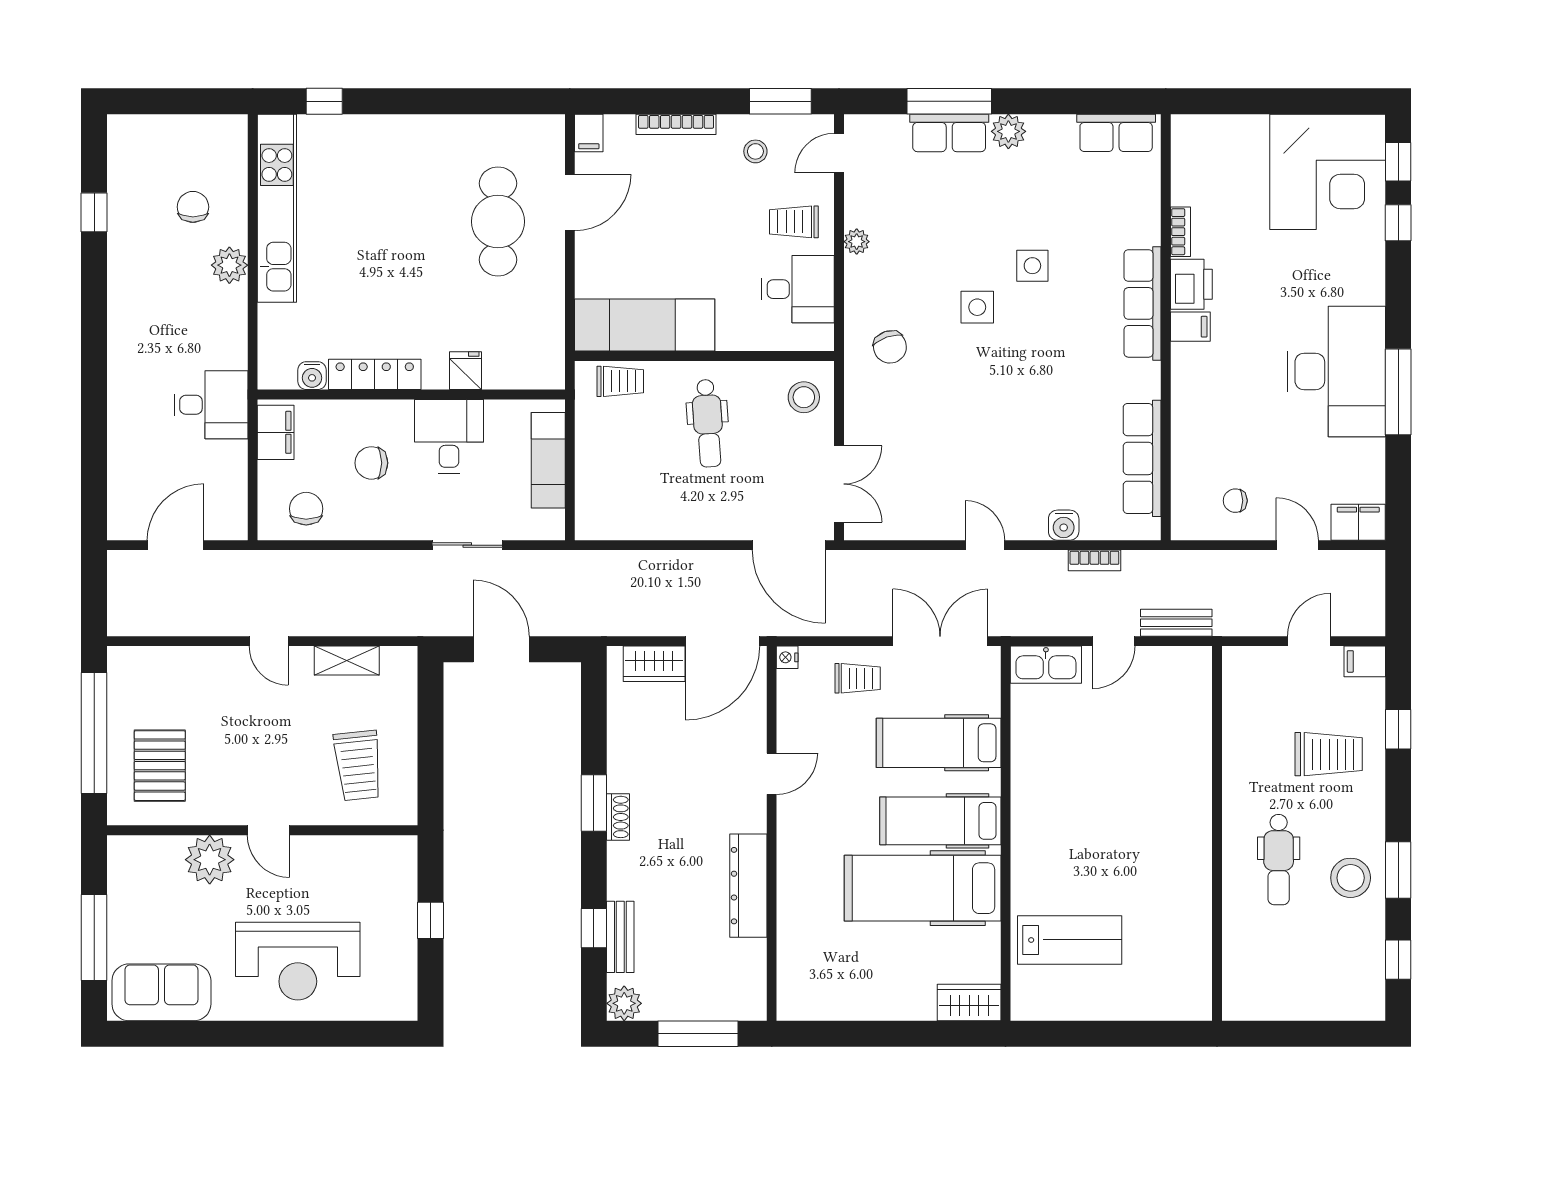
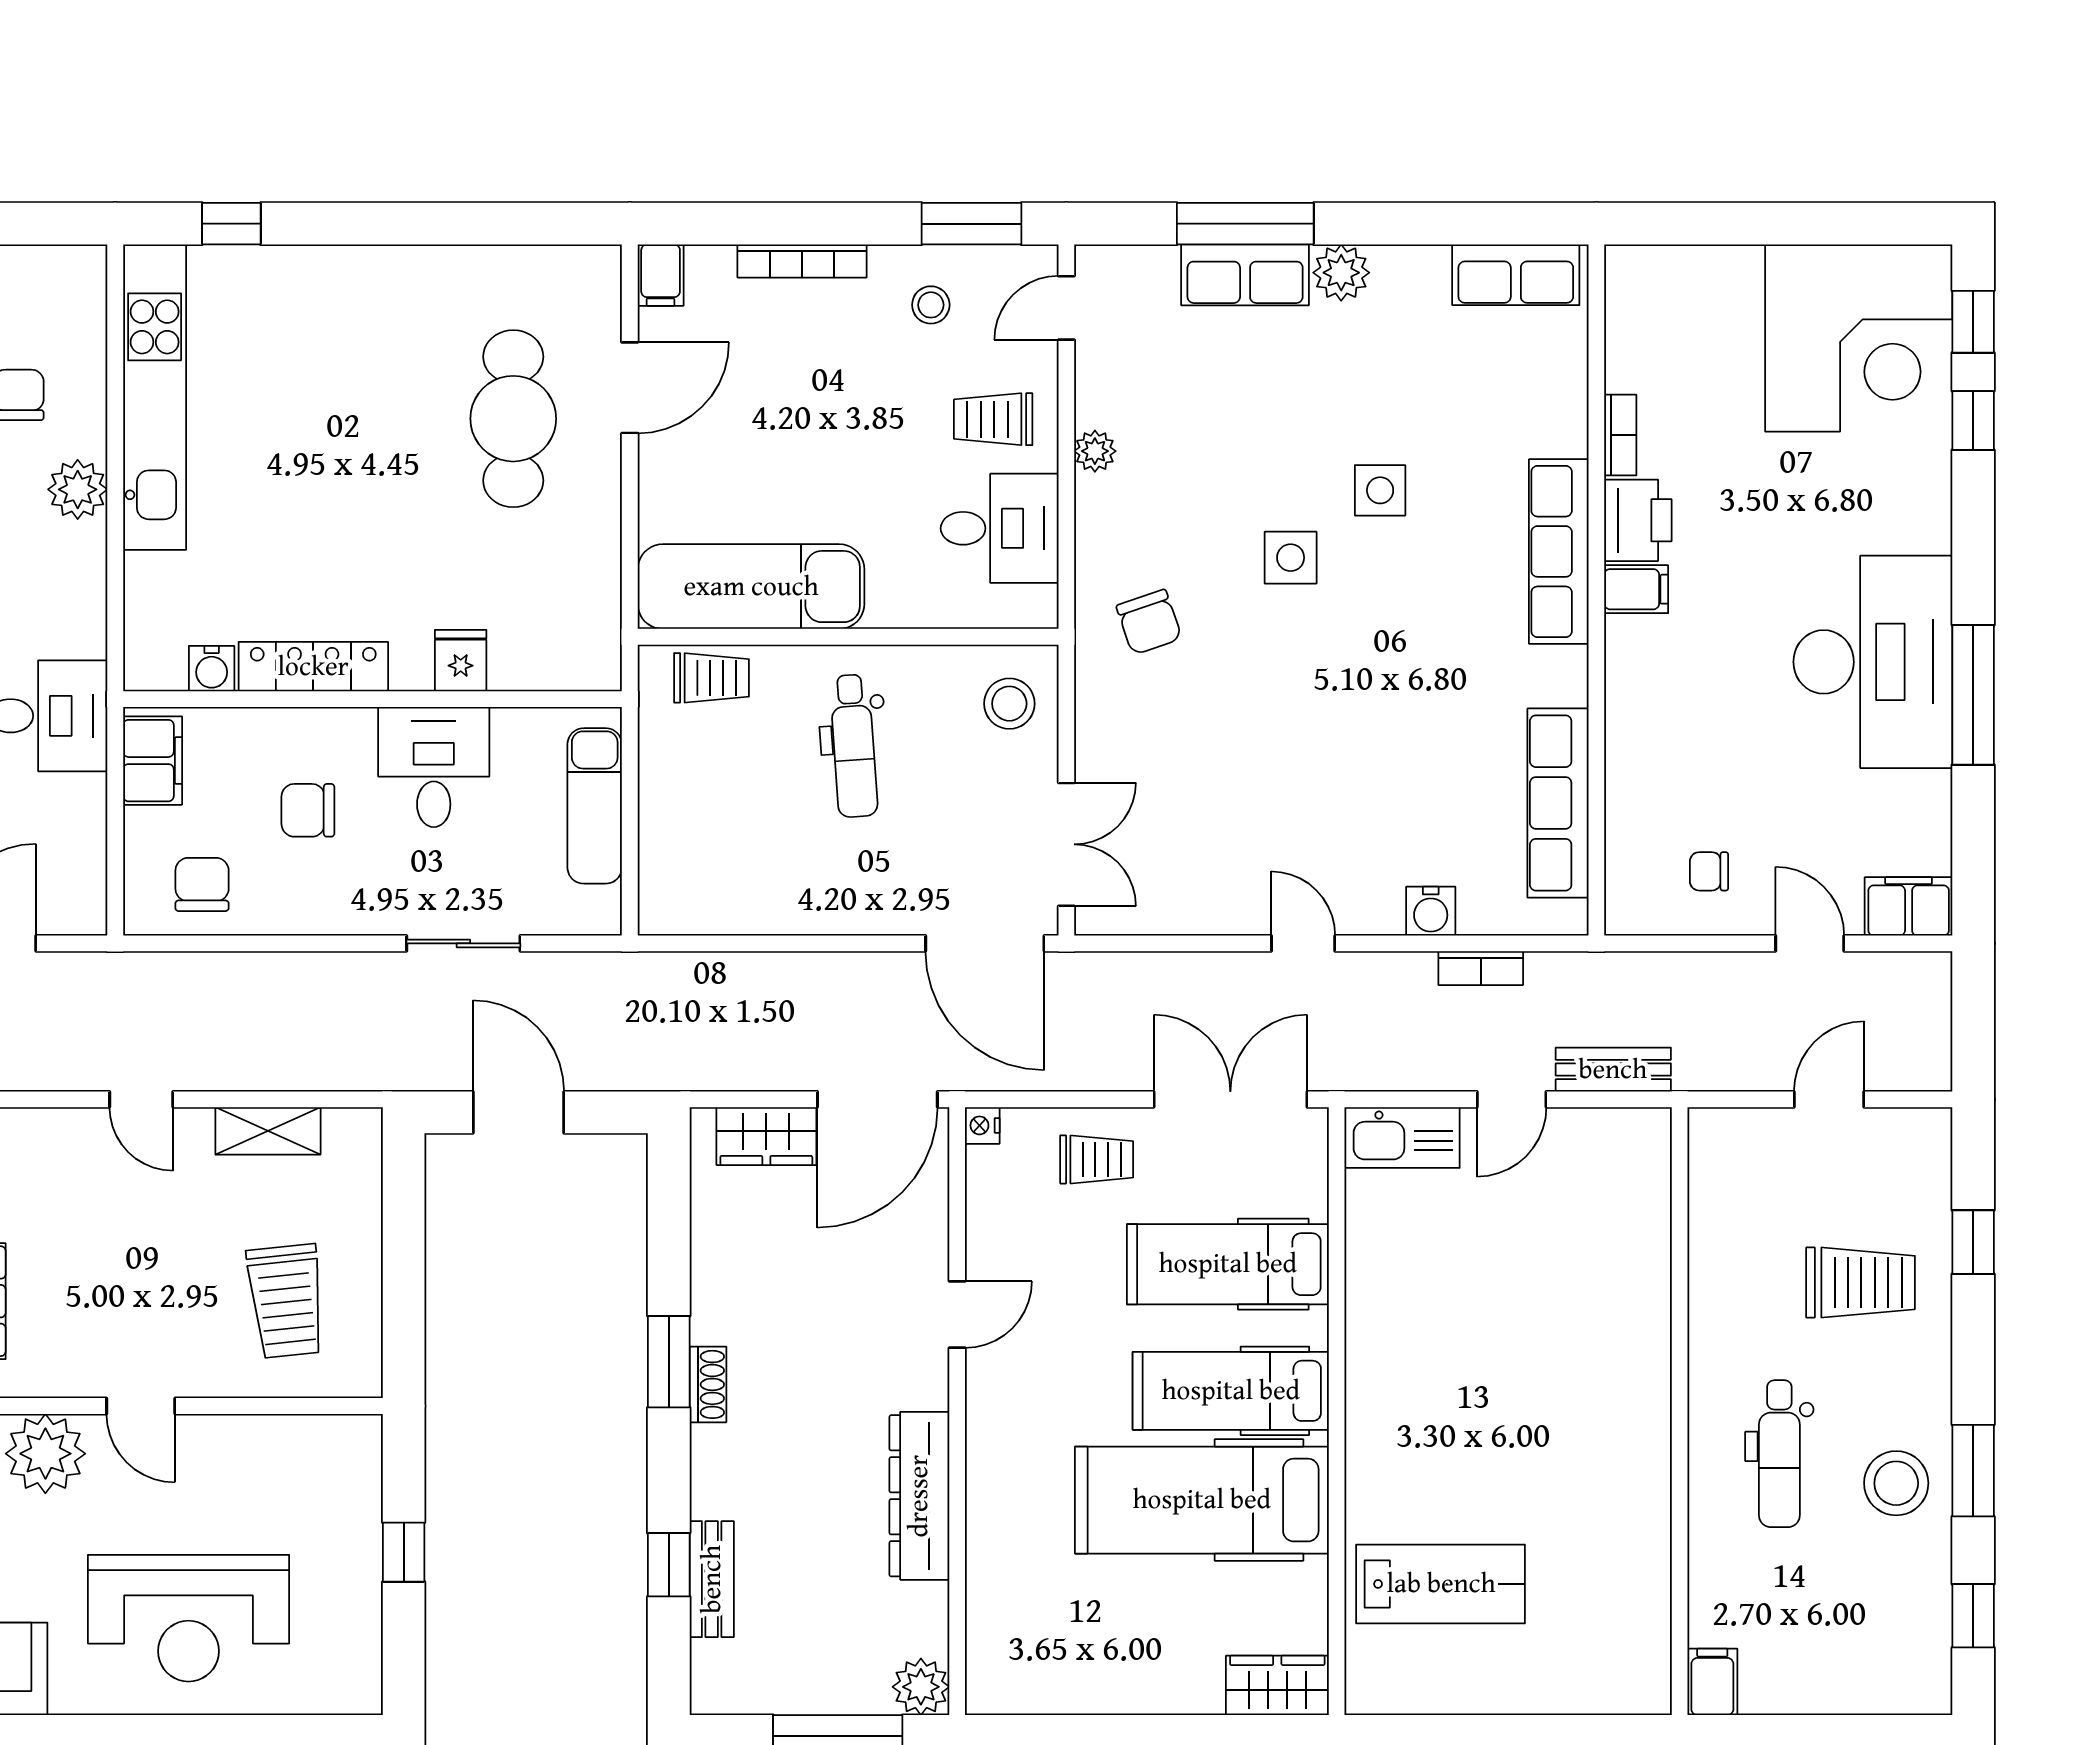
filing cabinet: (1365, 661) -> (1712, 1682), moved, turned 90
plant: (624, 1003) -> (921, 1687), moved

